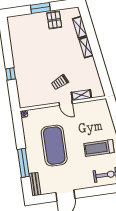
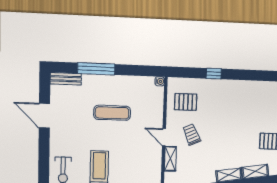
pallet: (36, 91) -> (186, 102), added
door: (66, 103) -> (164, 137), hinge flipped
exercise mat: (54, 146) -> (112, 113), width x0.50, depth x0.69

